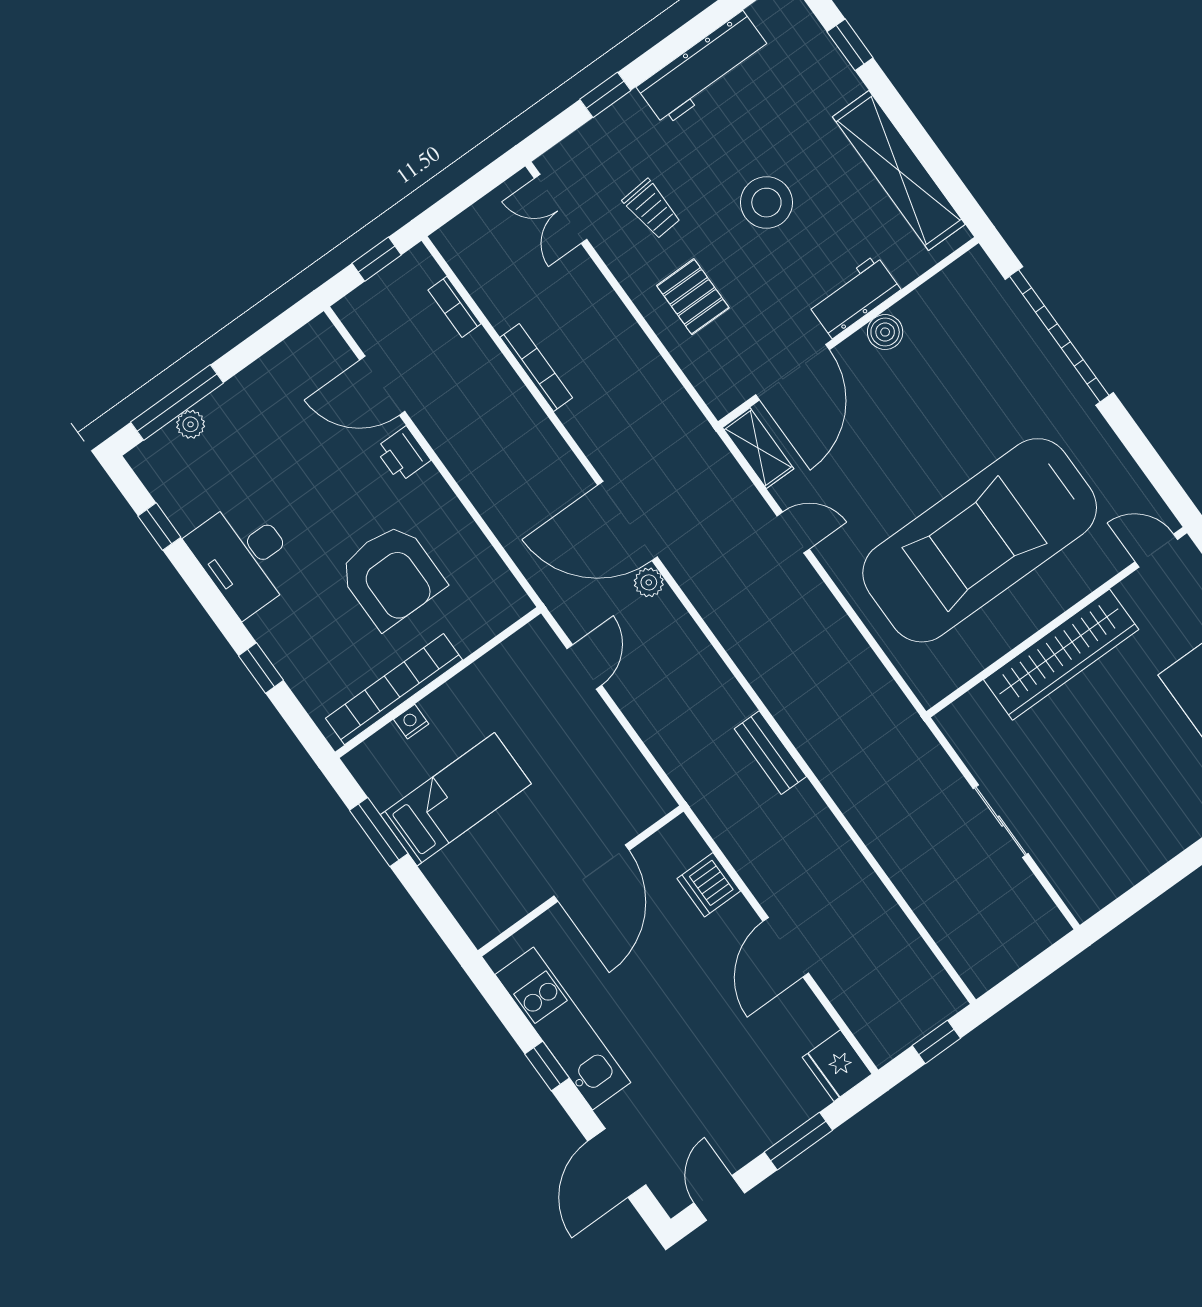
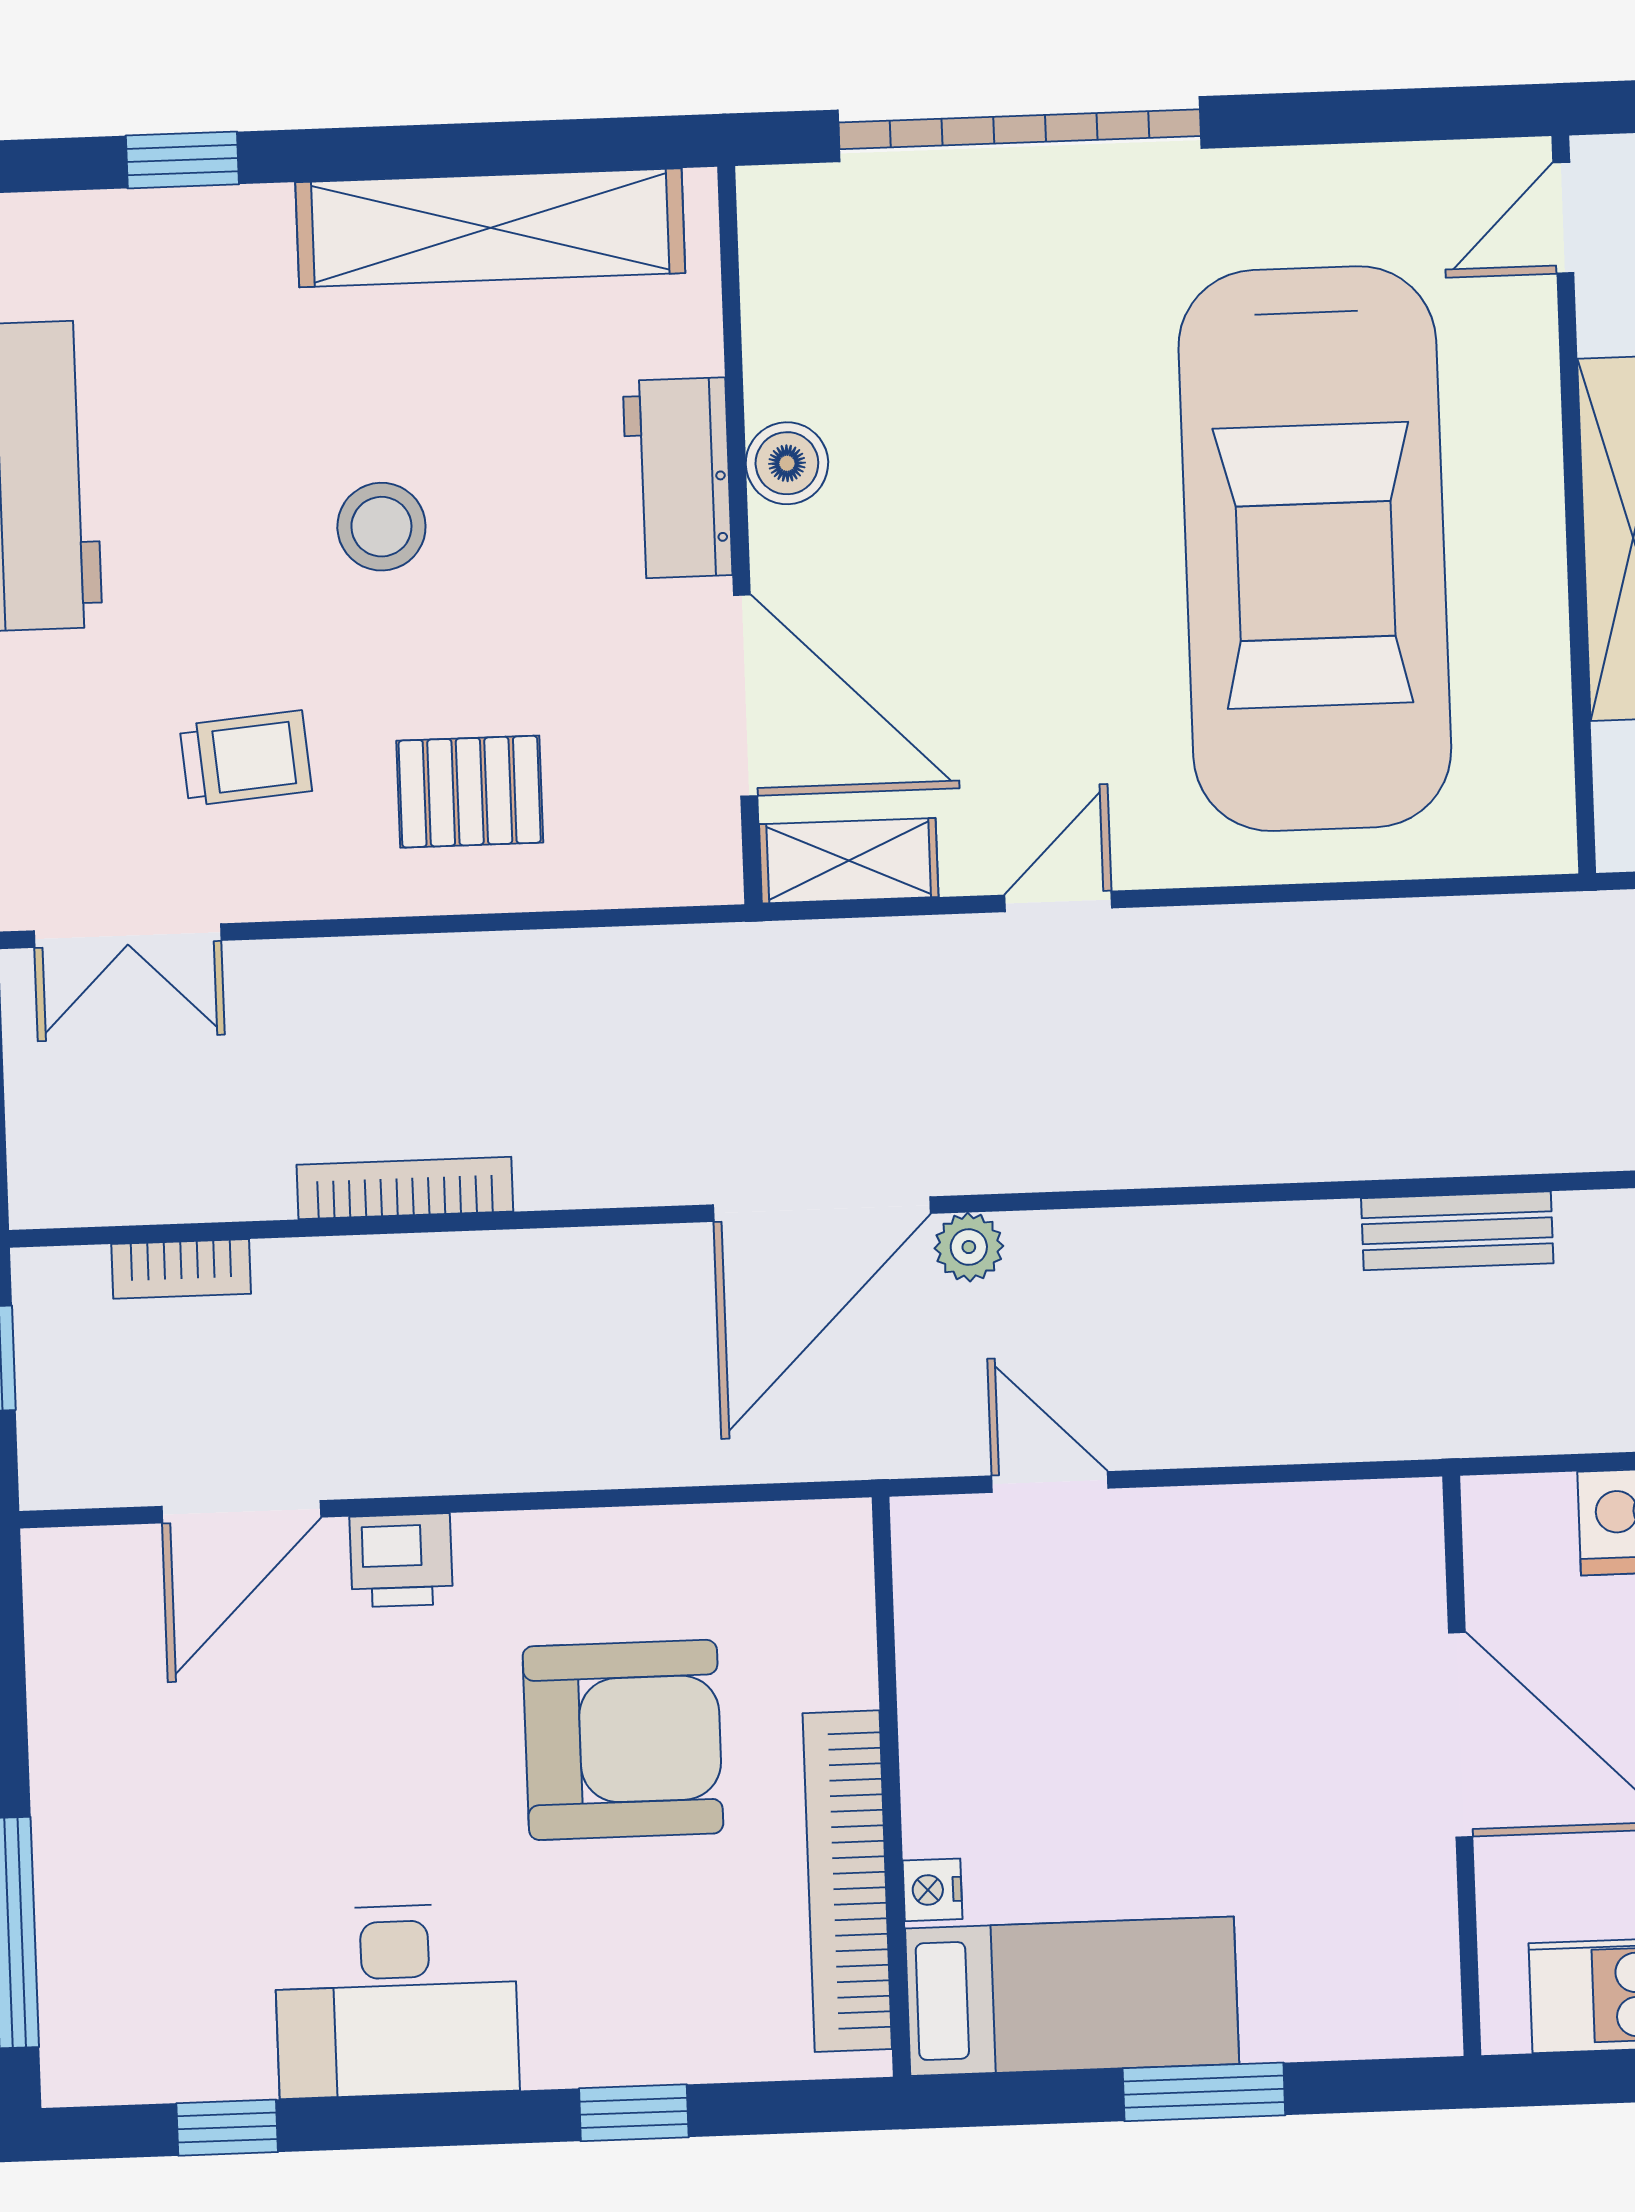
stool: (766, 203) -> (381, 527), width x0.73, depth x0.73
plant: (191, 424) -> (68, 1935), removed
bed: (456, 799) -> (1072, 1996), moved, turned 90
window: (379, 832) -> (1204, 2092), moved

